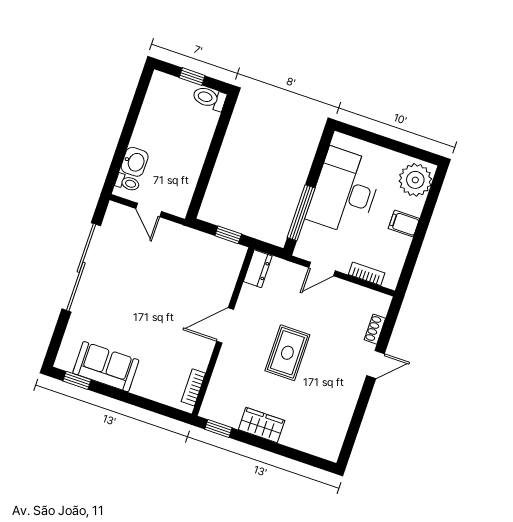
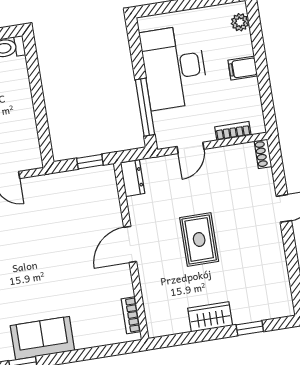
plant: (415, 180) -> (240, 22), width x0.53, depth x0.53
shoe rack: (375, 329) -> (263, 154), moved
window: (218, 428) -> (250, 328), moved

